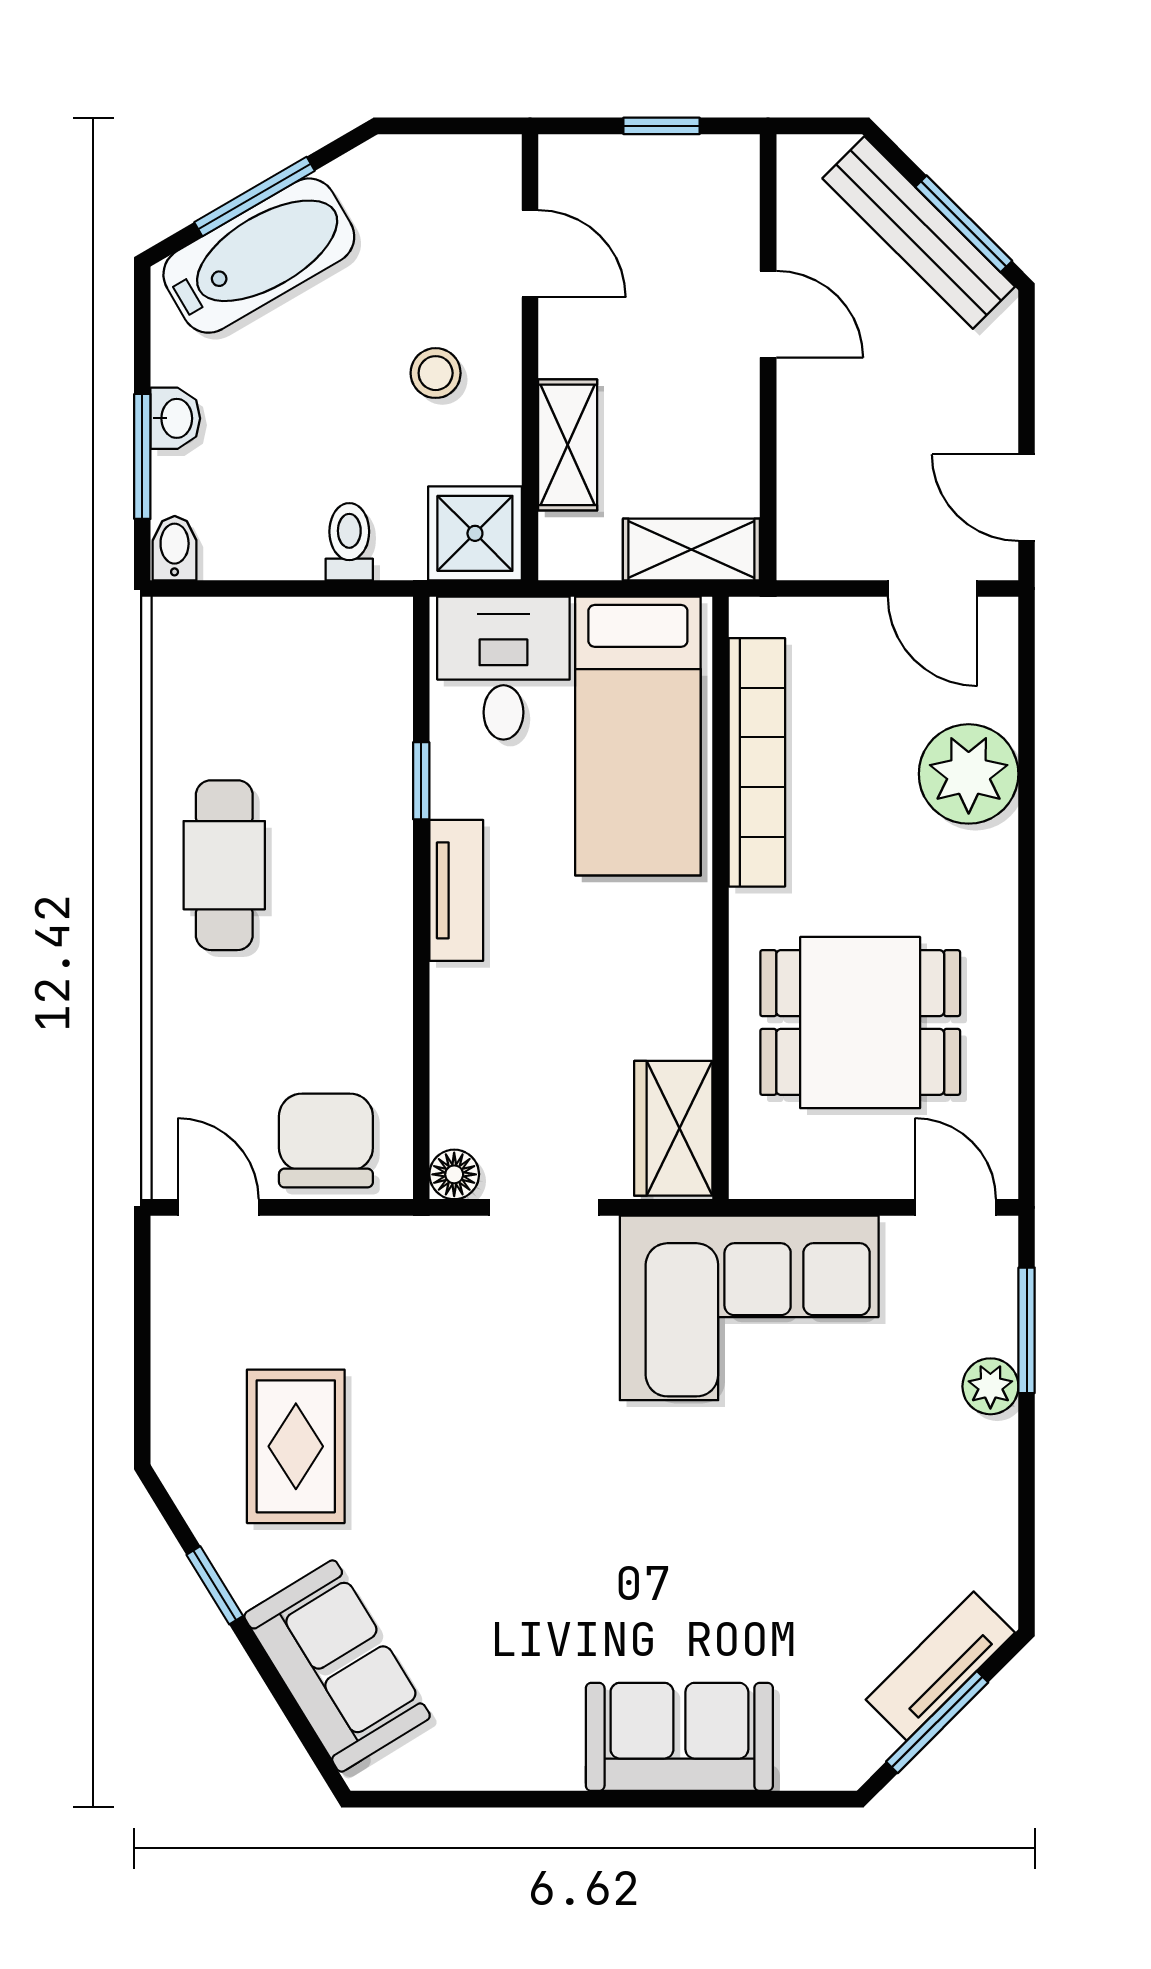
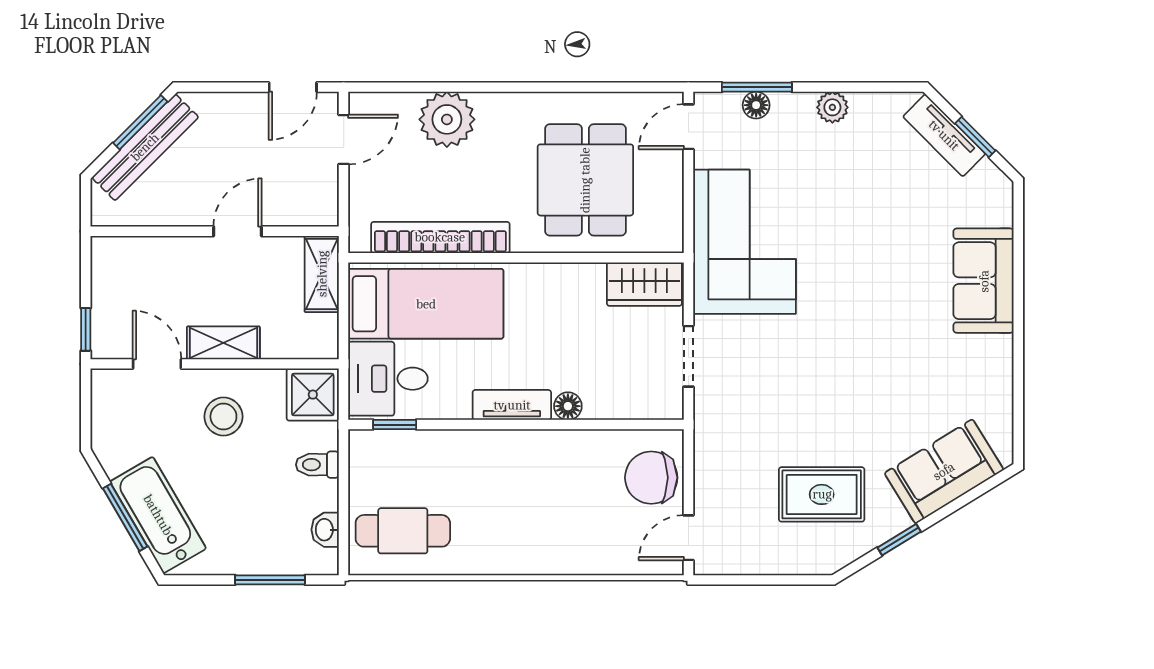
window: (661, 126) -> (86, 329), moved
door: (530, 254) -> (157, 364), hinge flipped
door: (768, 314) -> (237, 231), moved
stool: (436, 373) -> (223, 417), width x1.37, depth x1.37
washbasin: (175, 418) -> (325, 530), moved, turned -90
shelving: (568, 445) -> (223, 343), moved
bidet: (175, 548) -> (321, 562), removed
window: (421, 781) -> (395, 425), moved
cafe table: (224, 865) -> (403, 531), moved
floor lamp: (454, 1174) -> (568, 406), moved
floor lamp: (994, 1329) -> (756, 105), added
plant: (990, 1386) -> (832, 107), moved
window: (937, 1722) -> (975, 137), width x0.67

